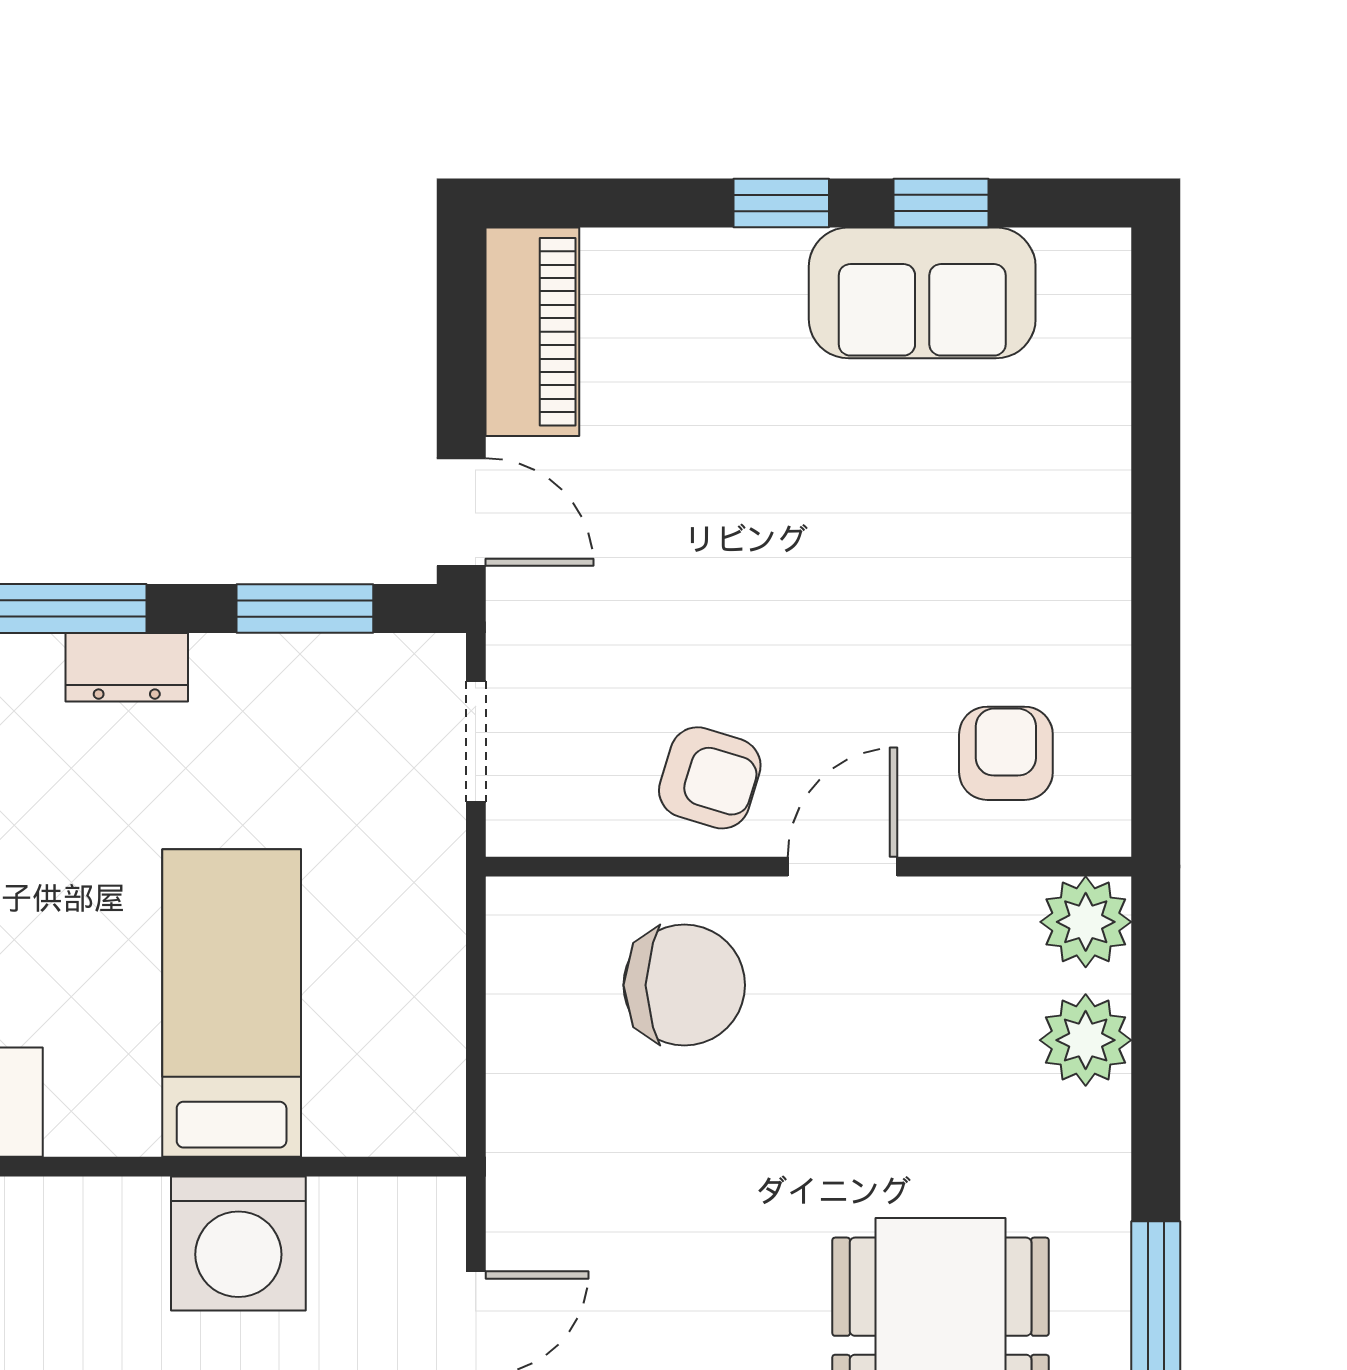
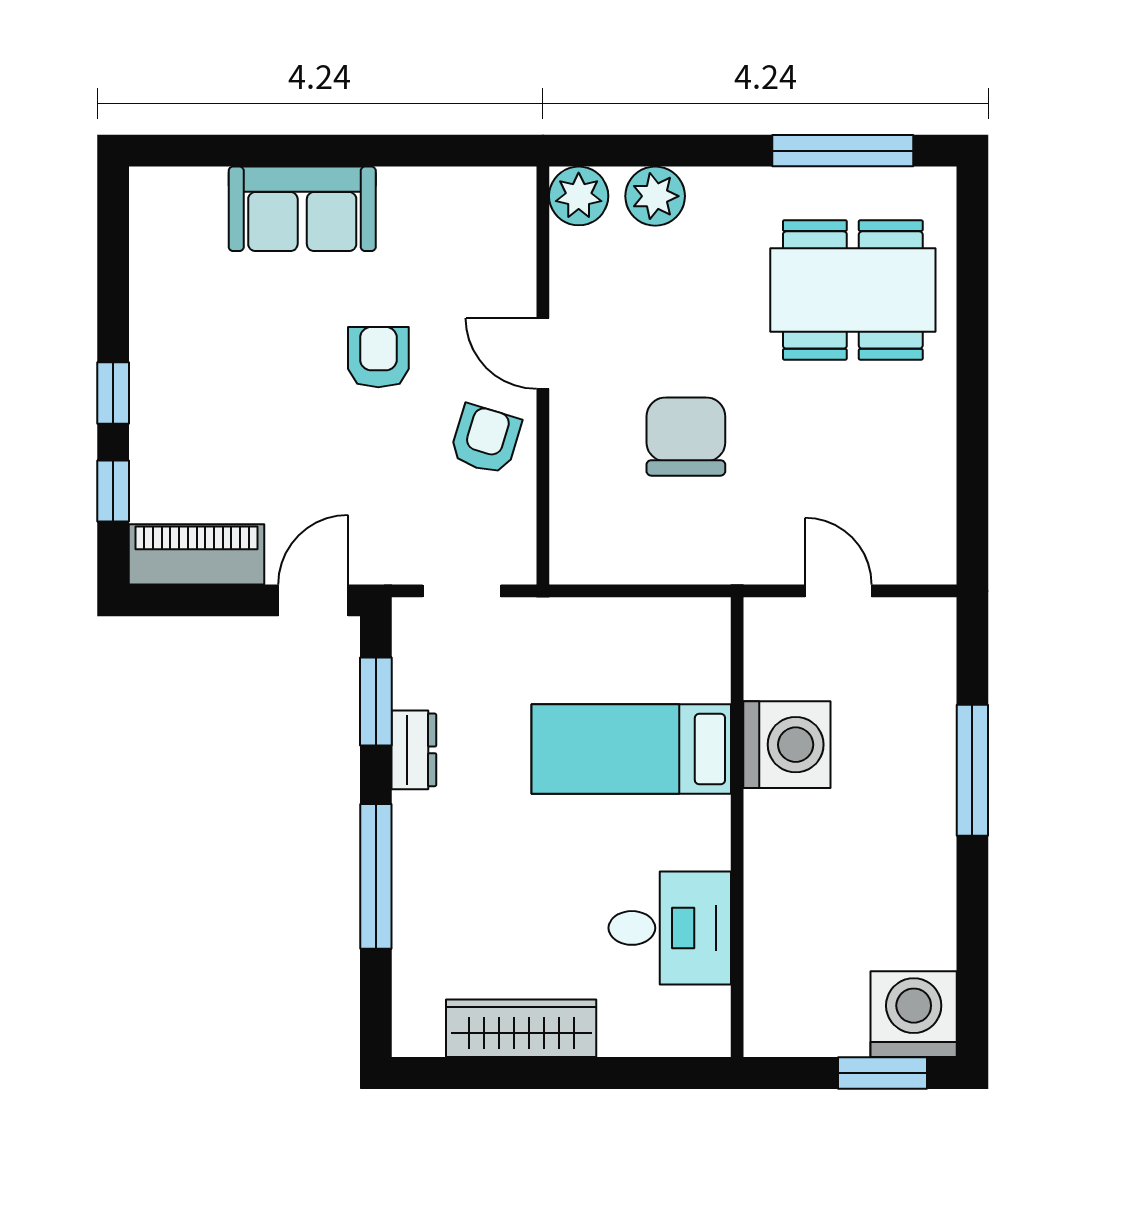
window: (941, 203) -> (113, 491), moved
sofa: (922, 293) -> (302, 209), moved, turned 90
dresser: (127, 667) -> (414, 750), moved
armchair: (1006, 753) -> (378, 357), moved, turned 90
chair: (684, 985) -> (686, 437), moved

